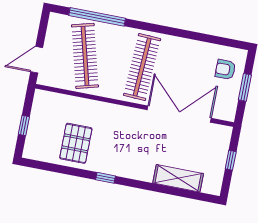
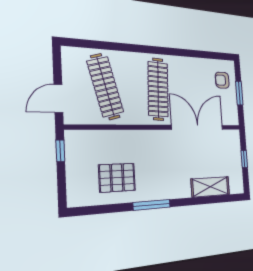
window: (97, 17) -> (108, 46), removed
window: (24, 126) -> (60, 151), moved
pallet: (76, 143) -> (117, 178), turned 90
window: (105, 178) -> (152, 205), width x2.17

